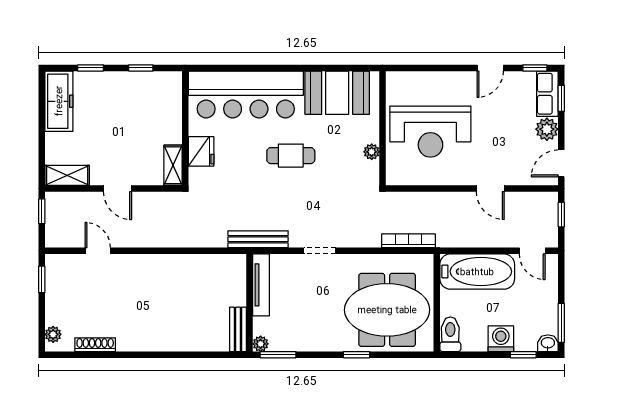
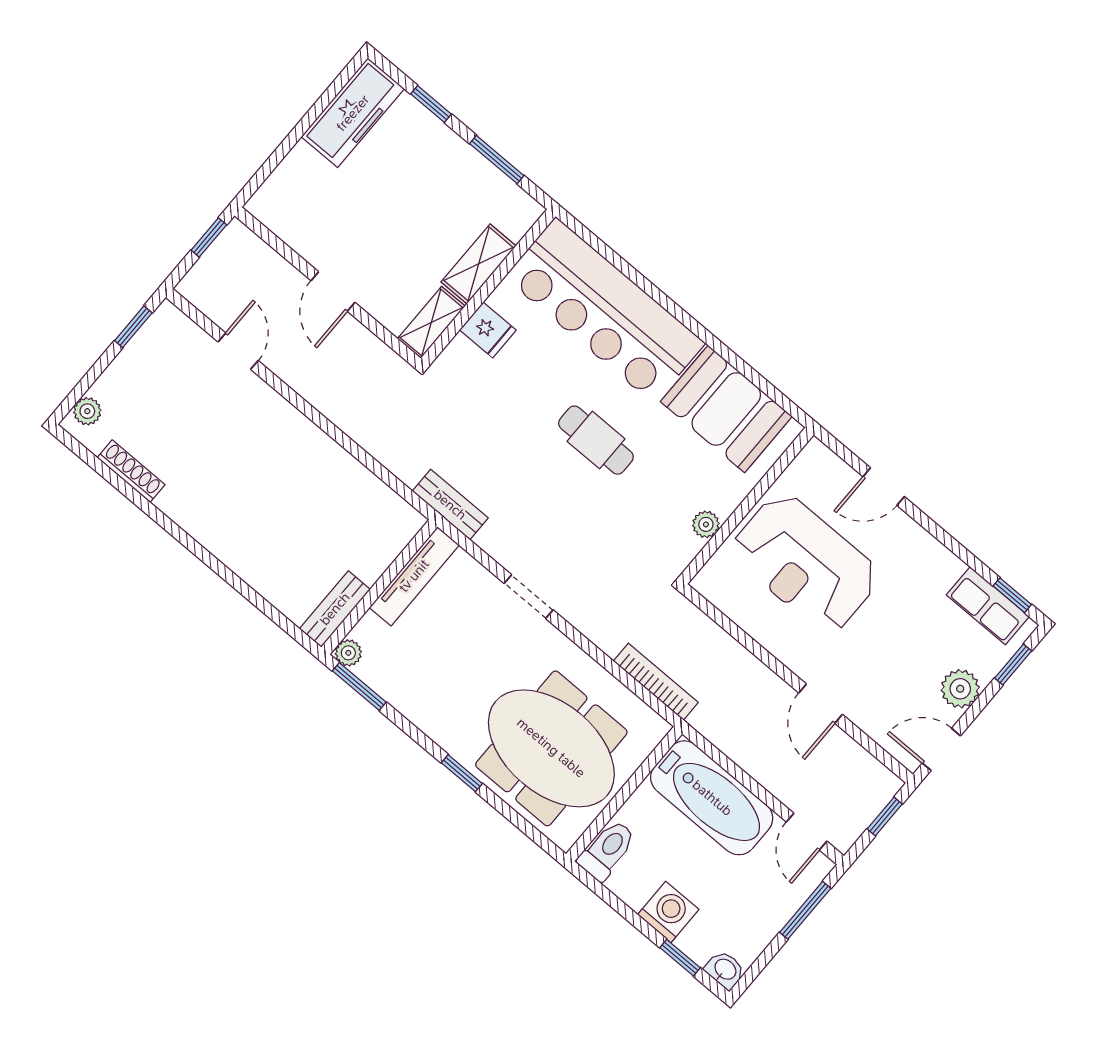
window: (141, 68) -> (497, 160), width x1.50
door: (490, 68) -> (884, 487), moved
row of seats: (547, 94) -> (988, 606), moved, turned -90
fridge: (201, 151) -> (488, 330), width x0.72
shelving: (67, 175) -> (479, 264), moved, turned 90
bench: (258, 239) -> (450, 505), width x0.73
window: (561, 323) -> (805, 910), moved

